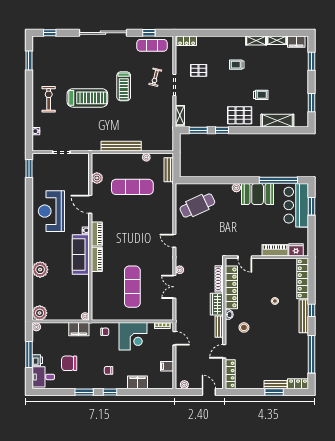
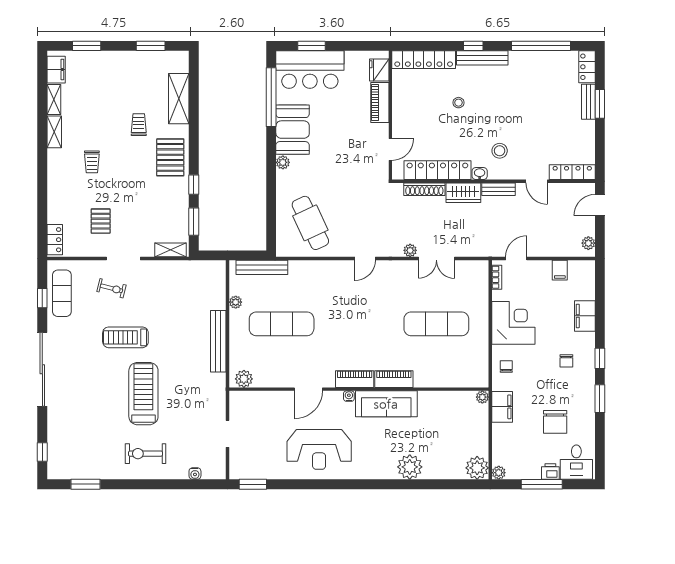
treadmill: (124, 86) -> (125, 337), turned 180
bench: (169, 170) -> (262, 267), width x1.36
plant: (97, 178) -> (244, 379), moved
exercise mat: (132, 187) -> (282, 324), turned 90

